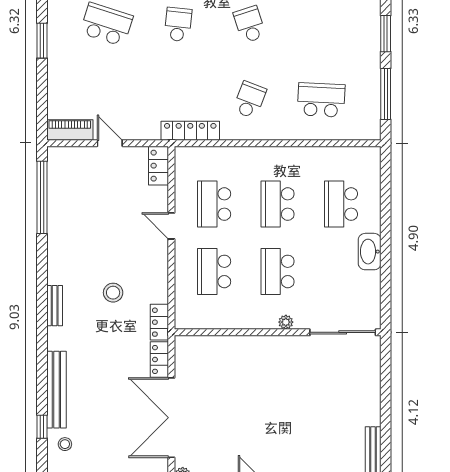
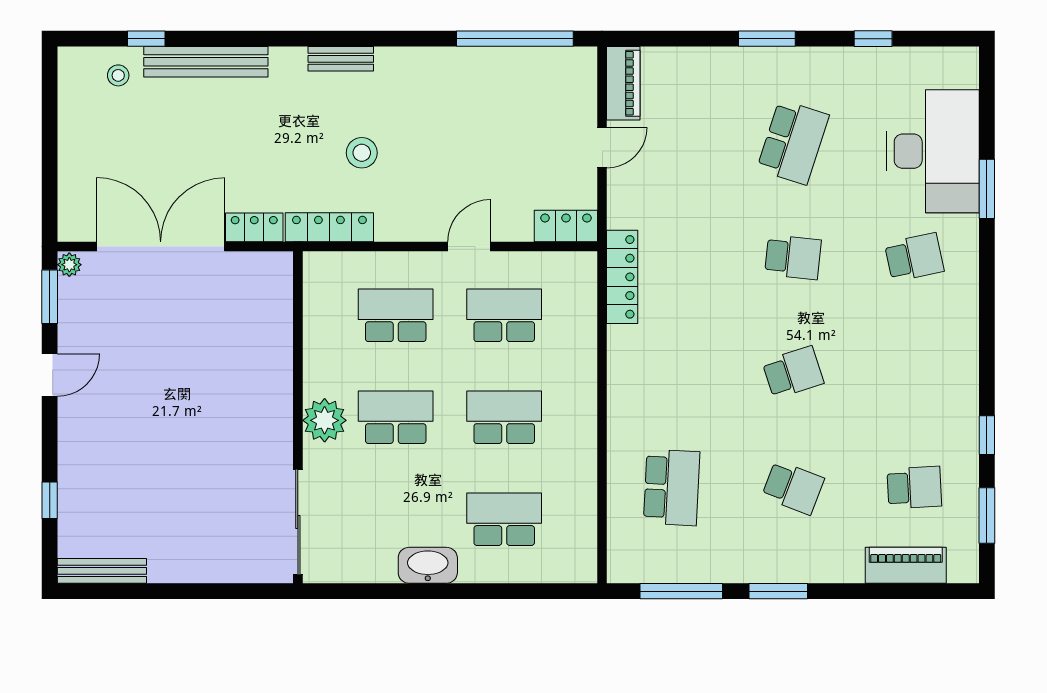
school desk: (250, 100) -> (793, 487), moved
locker: (159, 322) -> (329, 227), width x1.53
plant: (286, 322) -> (325, 420), width x1.87, depth x1.87

